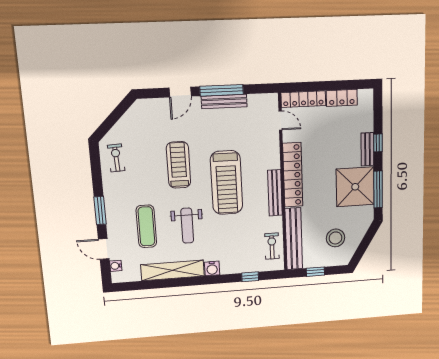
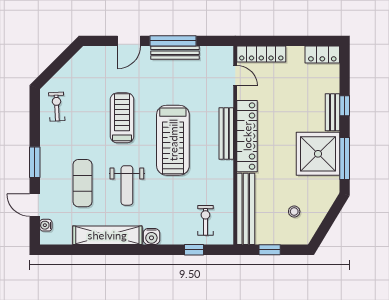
locker: (342, 98) -> (322, 55), moved
bench: (275, 193) -> (226, 133), moved
stool: (335, 238) -> (294, 212), width x0.53, depth x0.53
exercise bike: (272, 246) -> (205, 220), moved

